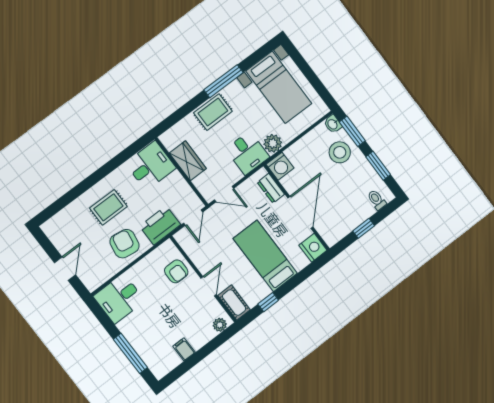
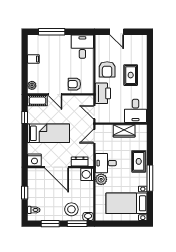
armchair: (125, 244) -> (107, 69), turned 81

